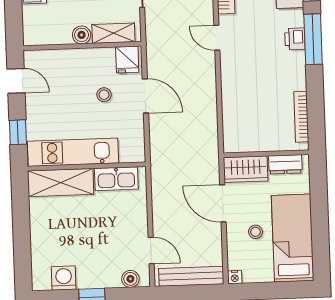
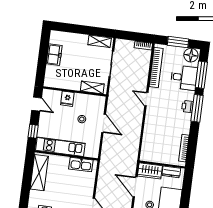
boiler: (82, 35) -> (75, 86), removed
fridge: (127, 60) -> (67, 99), moved
shelving: (61, 183) -> (39, 173), moved, turned 90

